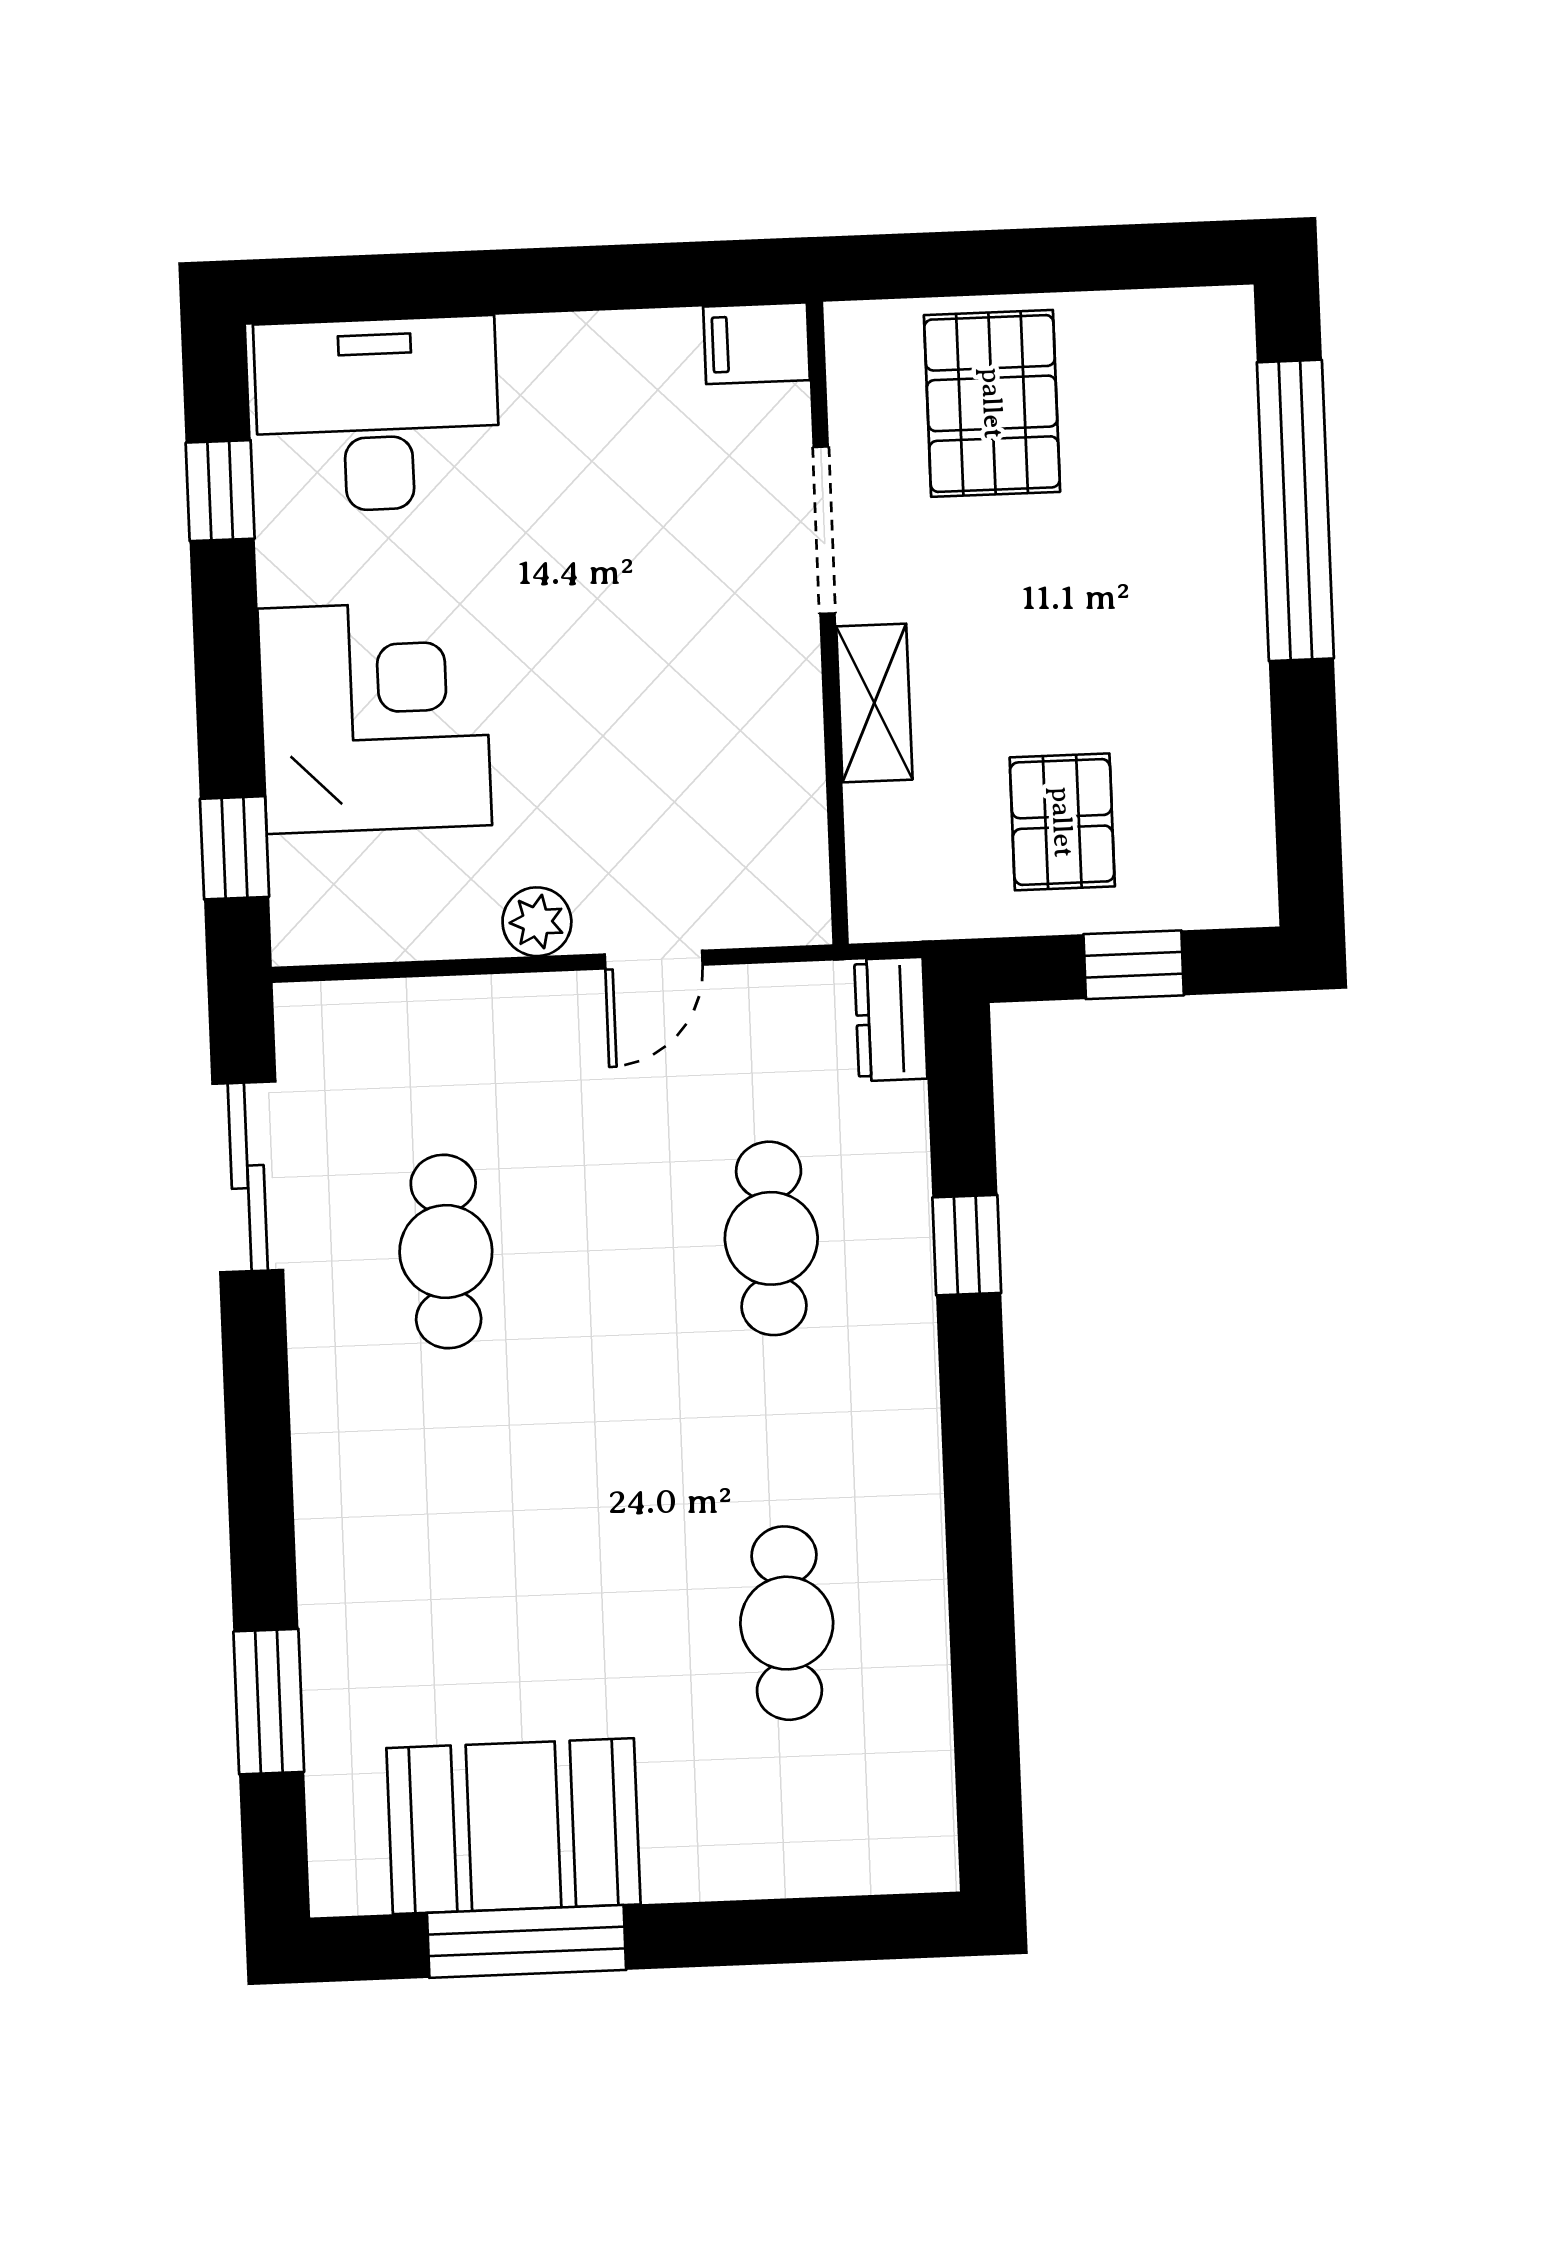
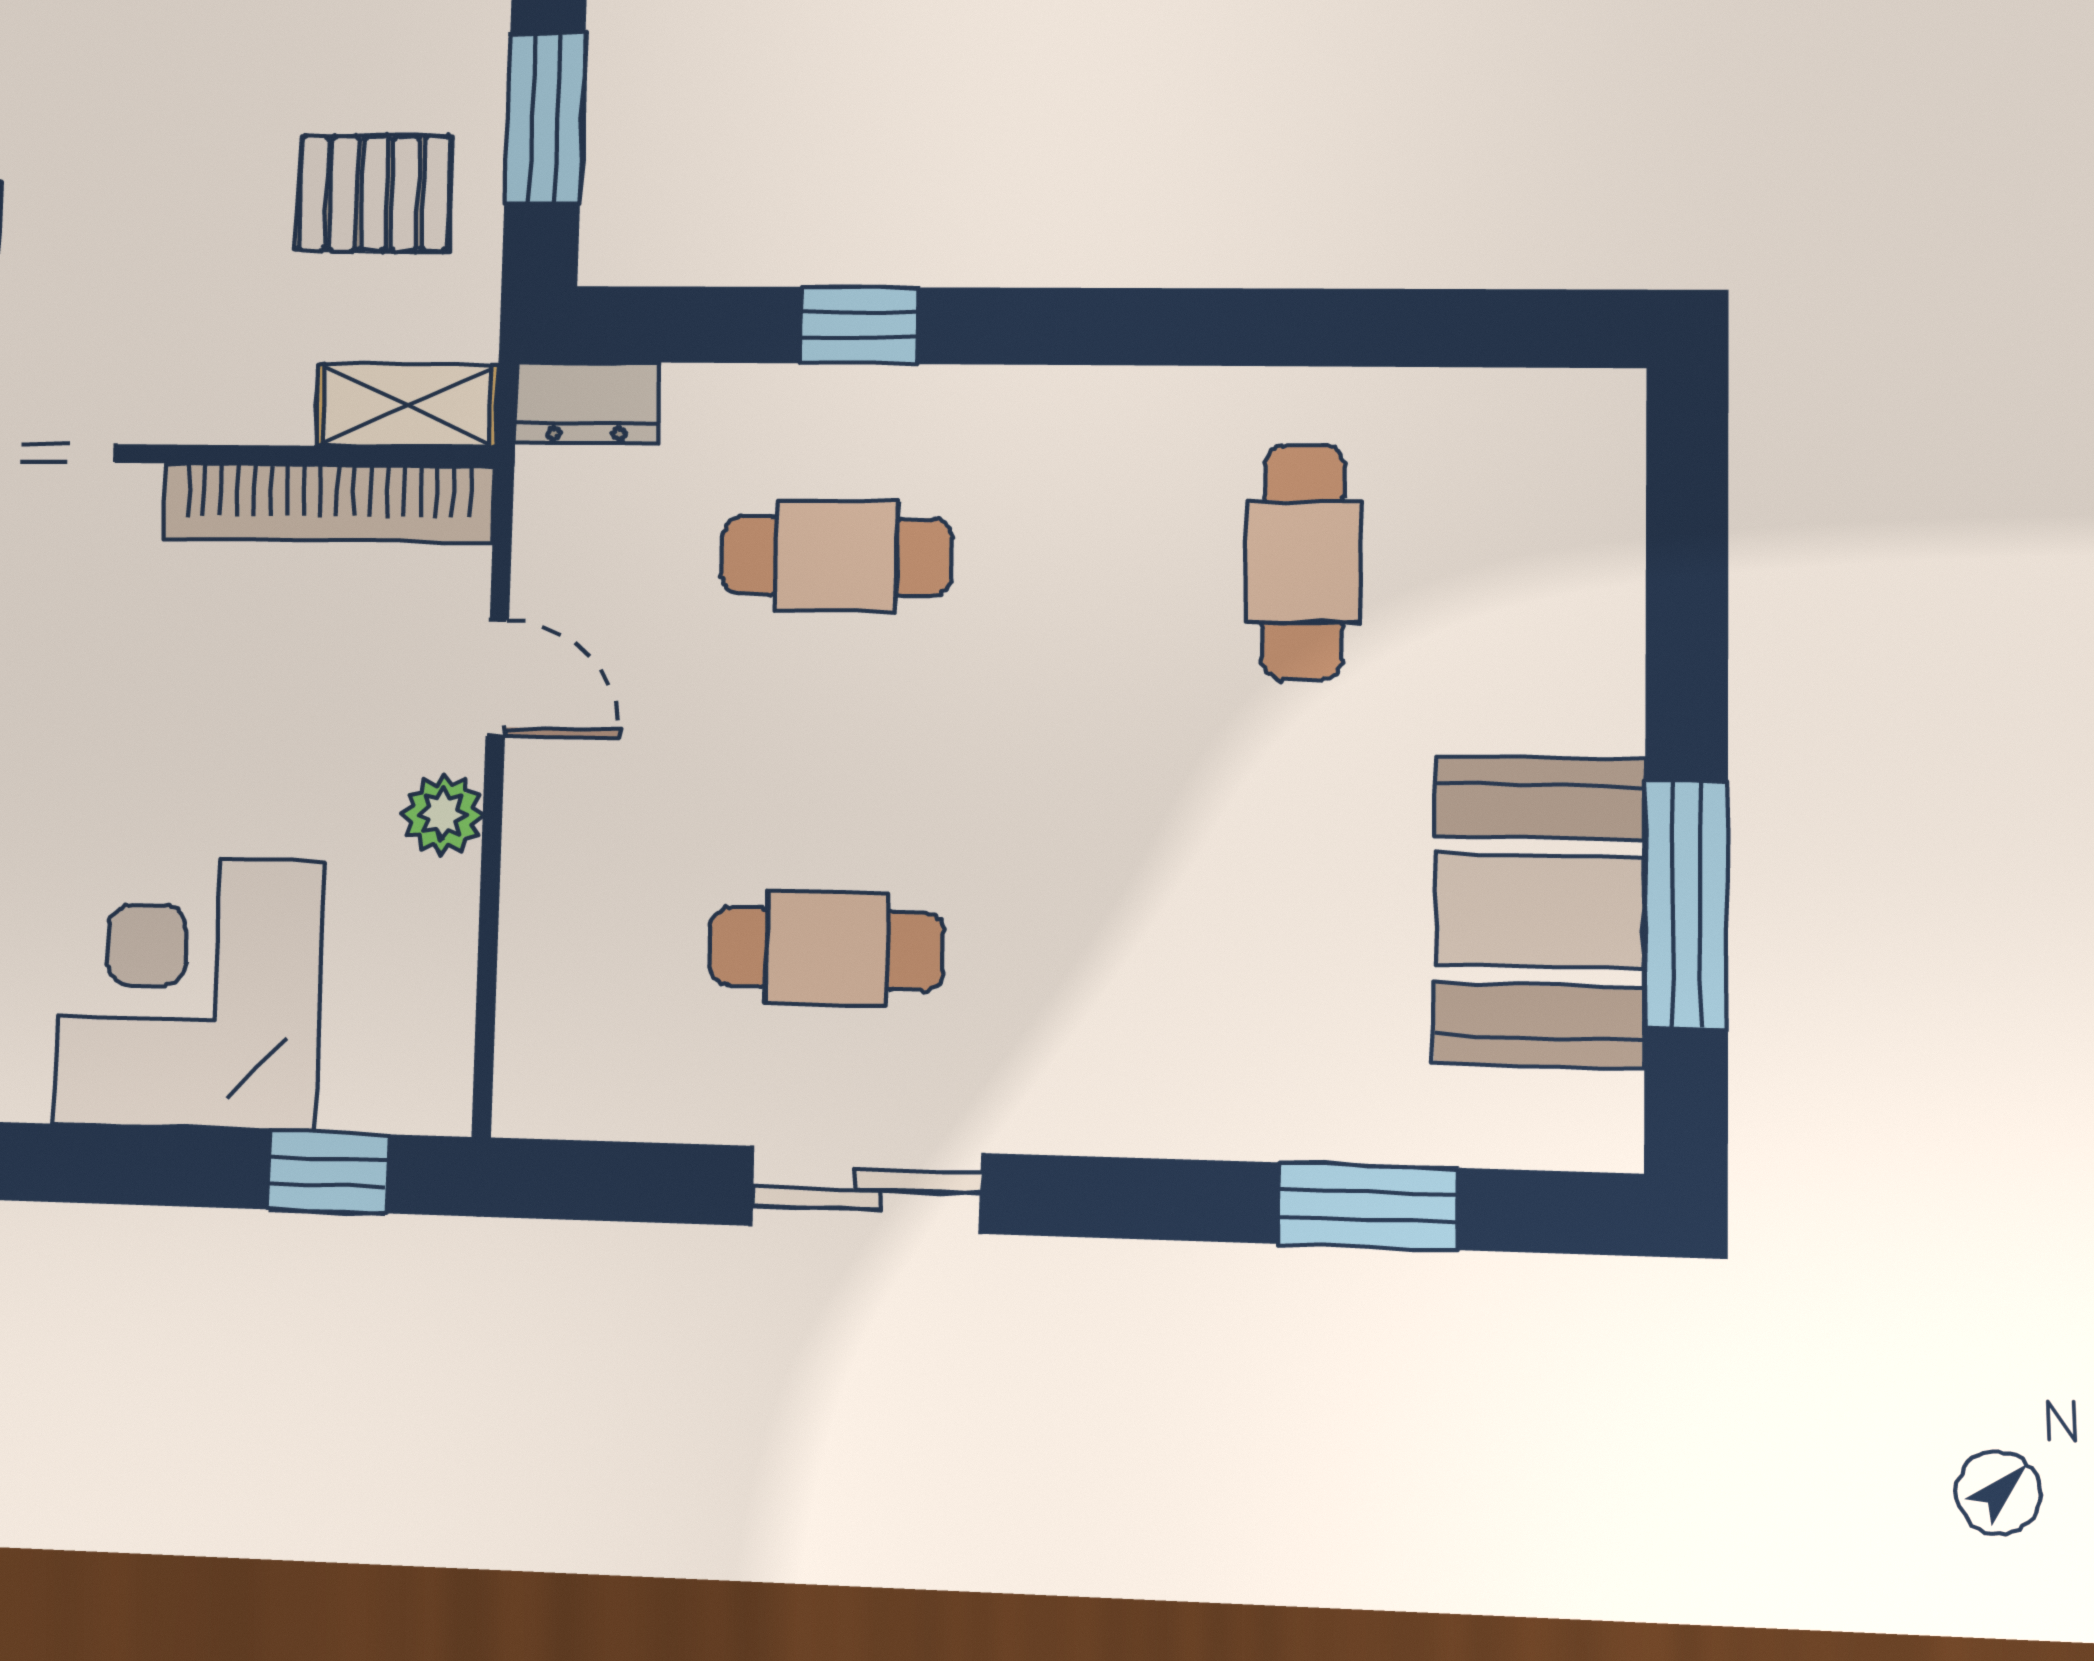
shelving: (874, 703) -> (407, 406), moved
bookcase: (794, 803) -> (328, 503), added
window: (1134, 965) -> (545, 118), width x1.50
sliding door: (248, 1177) -> (867, 1190), moved
cafe table: (787, 1623) -> (1303, 562), turned 90

